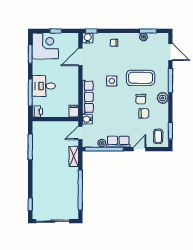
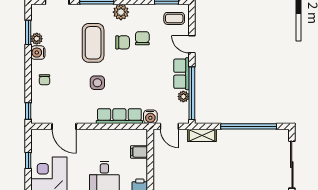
water cooler: (88, 38) -> (38, 53), moved
filing cabinet: (74, 111) -> (139, 152), moved

